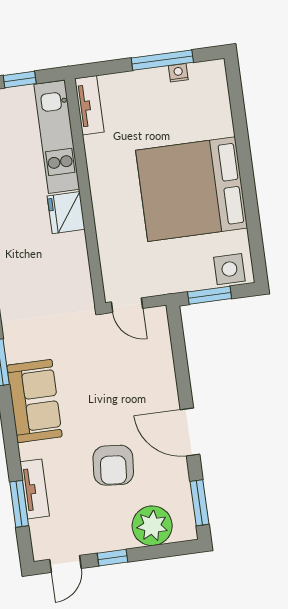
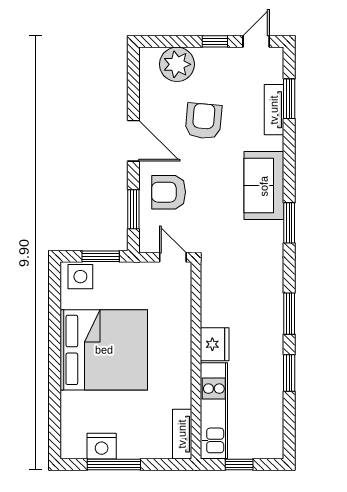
nightstand: (178, 73) -> (102, 446), width x1.89, depth x1.79
armchair: (142, 379) -> (169, 192), added
window: (199, 503) -> (133, 209), moved

